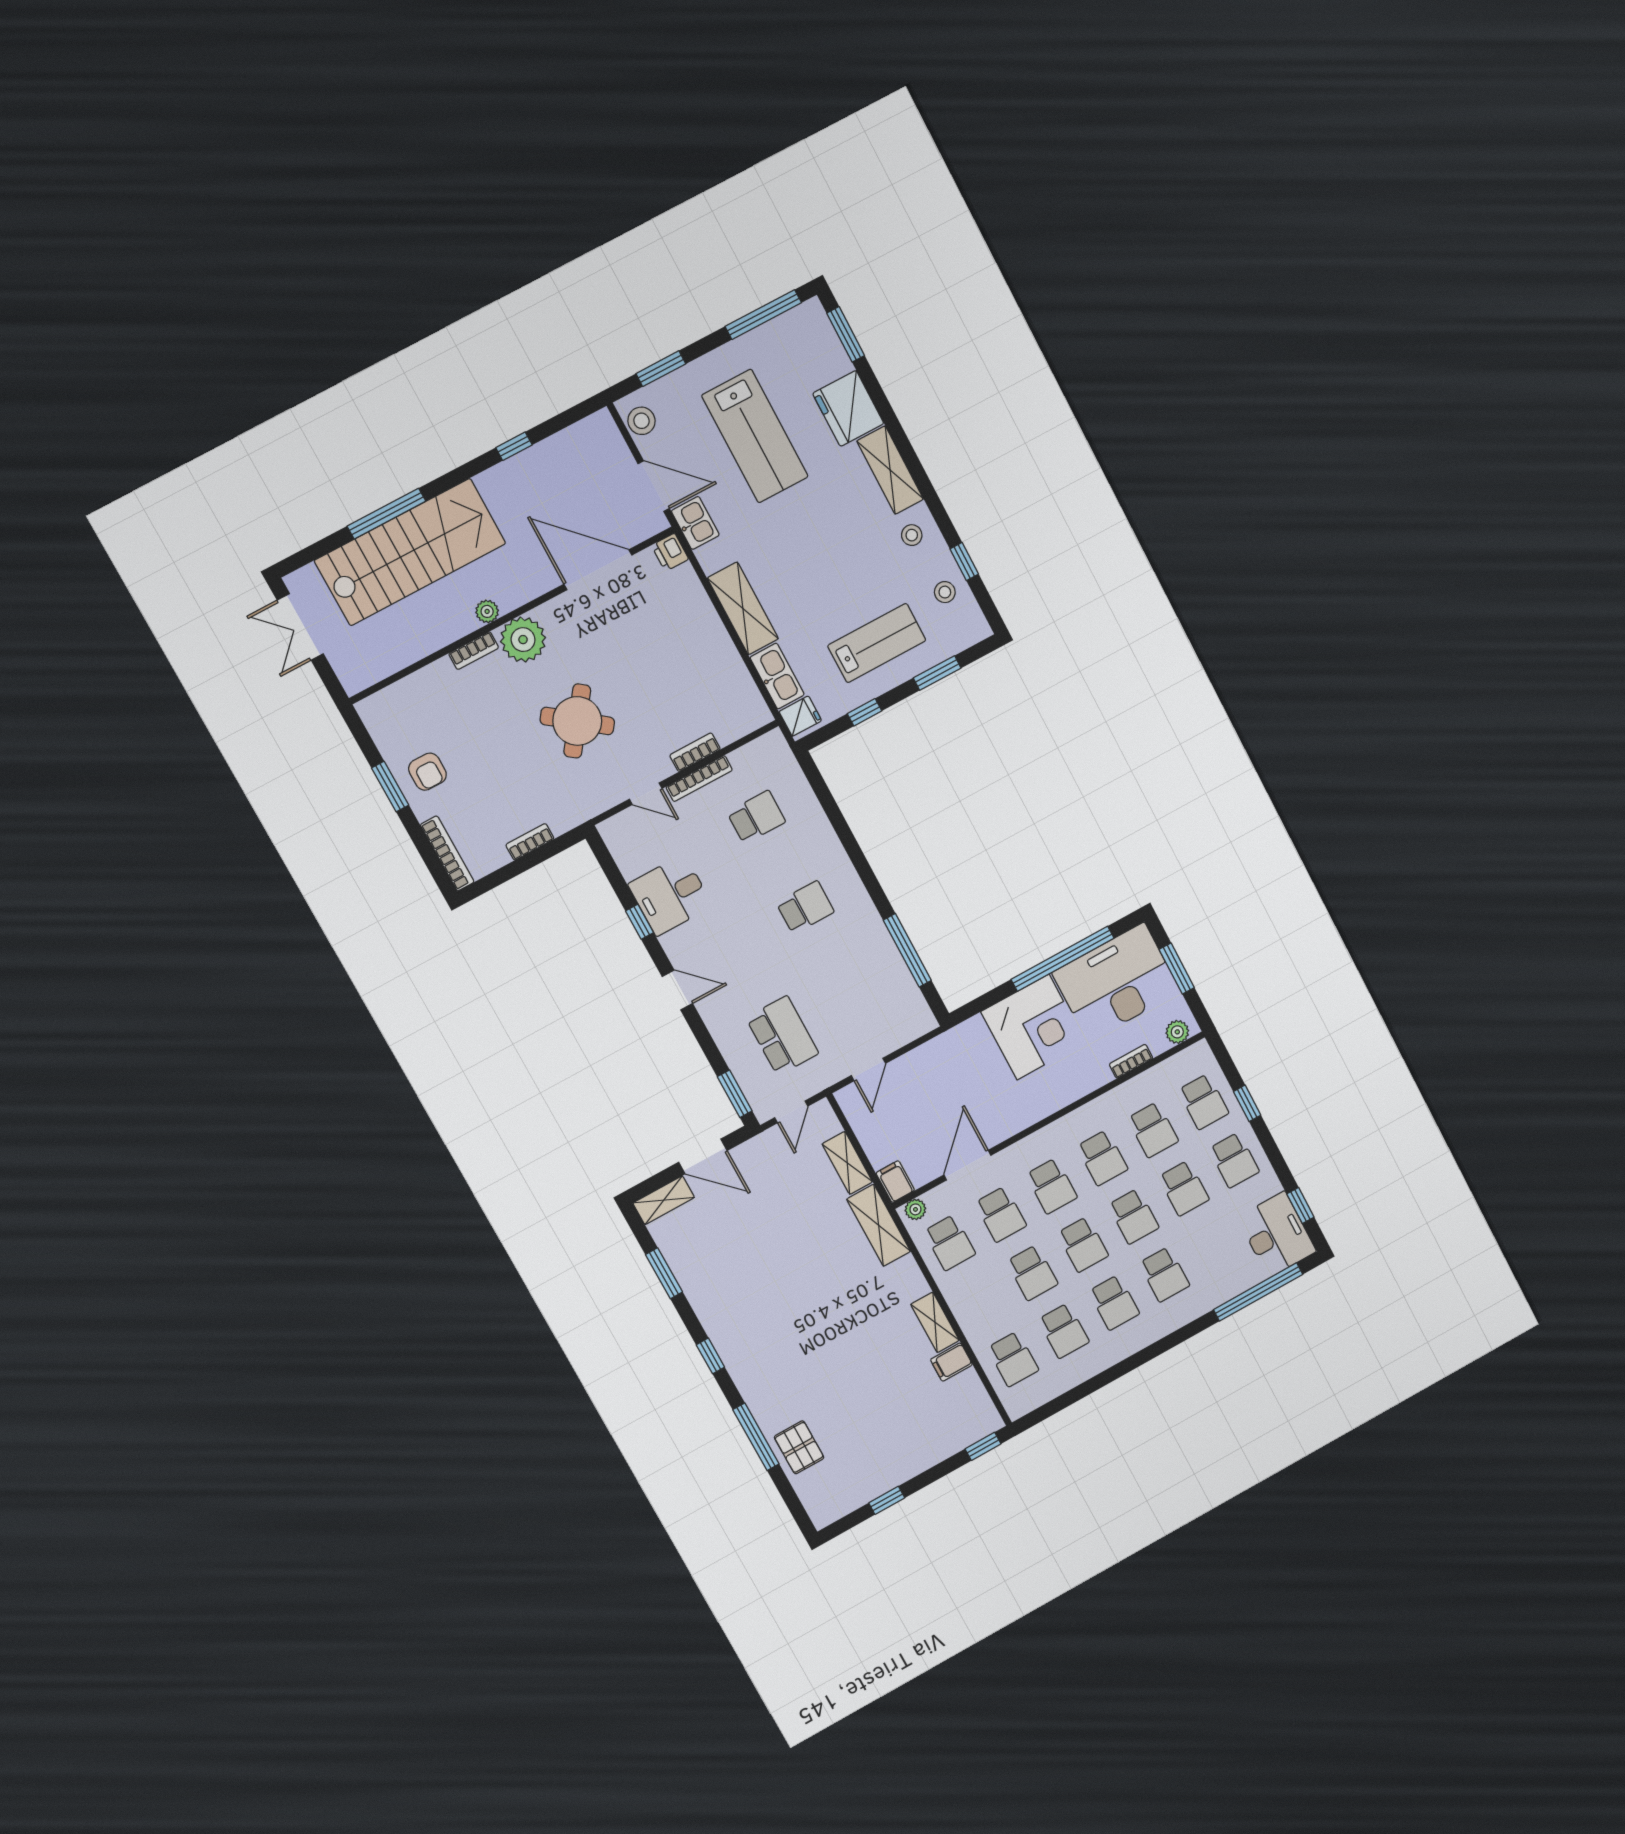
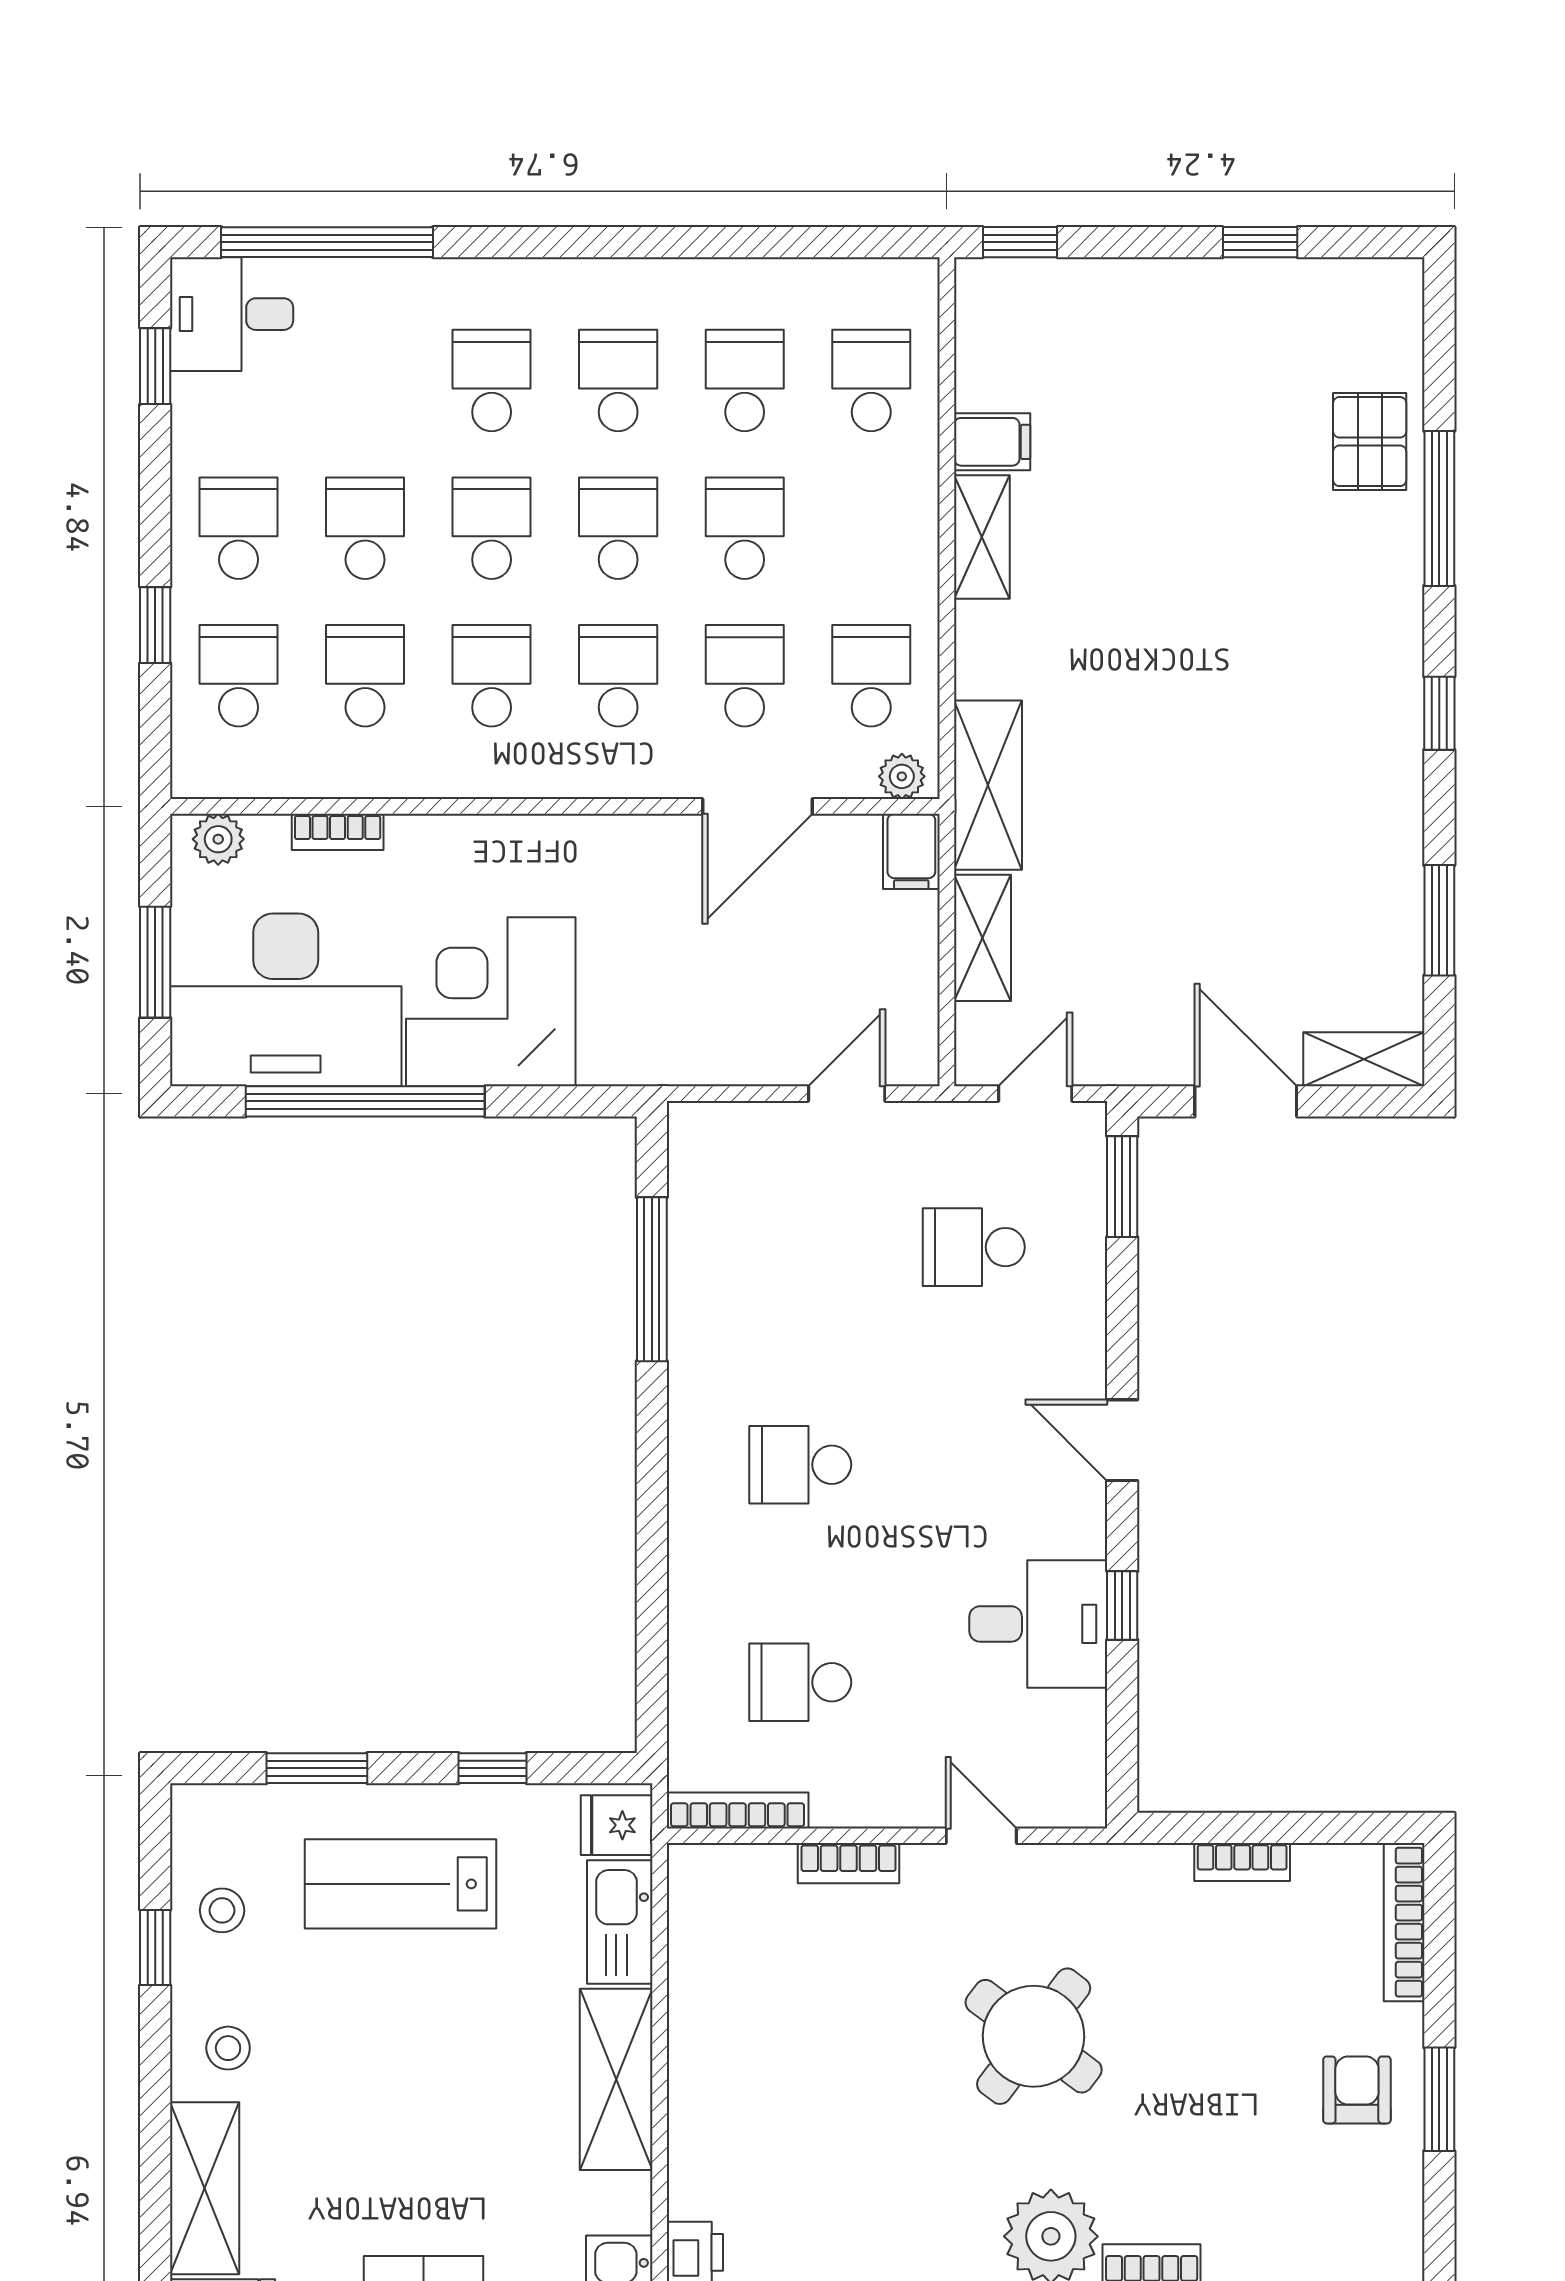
bookcase: (699, 779) -> (738, 1810), moved
school desk: (782, 1036) -> (974, 1247), width x0.54
desk: (1277, 1234) -> (232, 314), width x0.73

